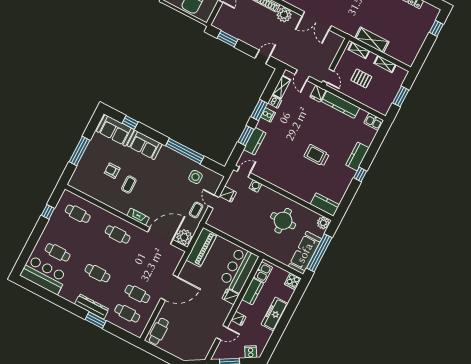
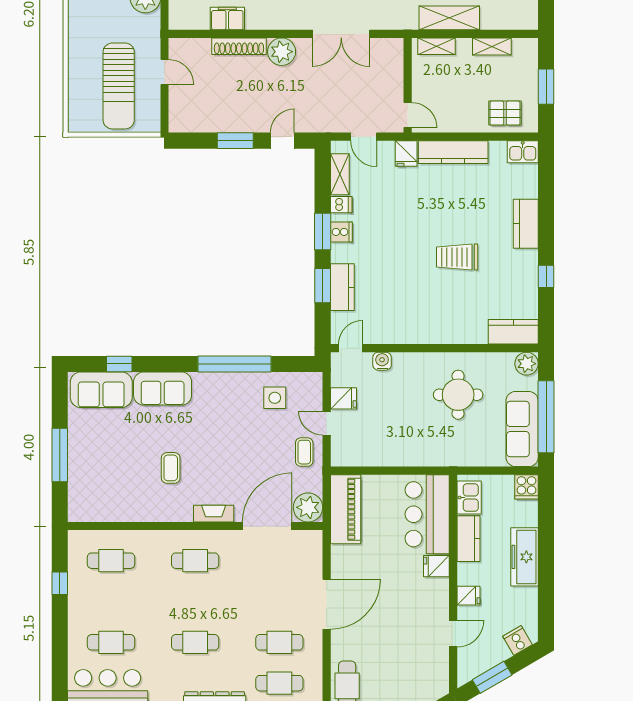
window: (228, 39) -> (235, 141), moved
pallet: (361, 78) -> (505, 113), moved
armchair: (112, 171) -> (131, 459), removed
window: (360, 174) -> (546, 276), moved

